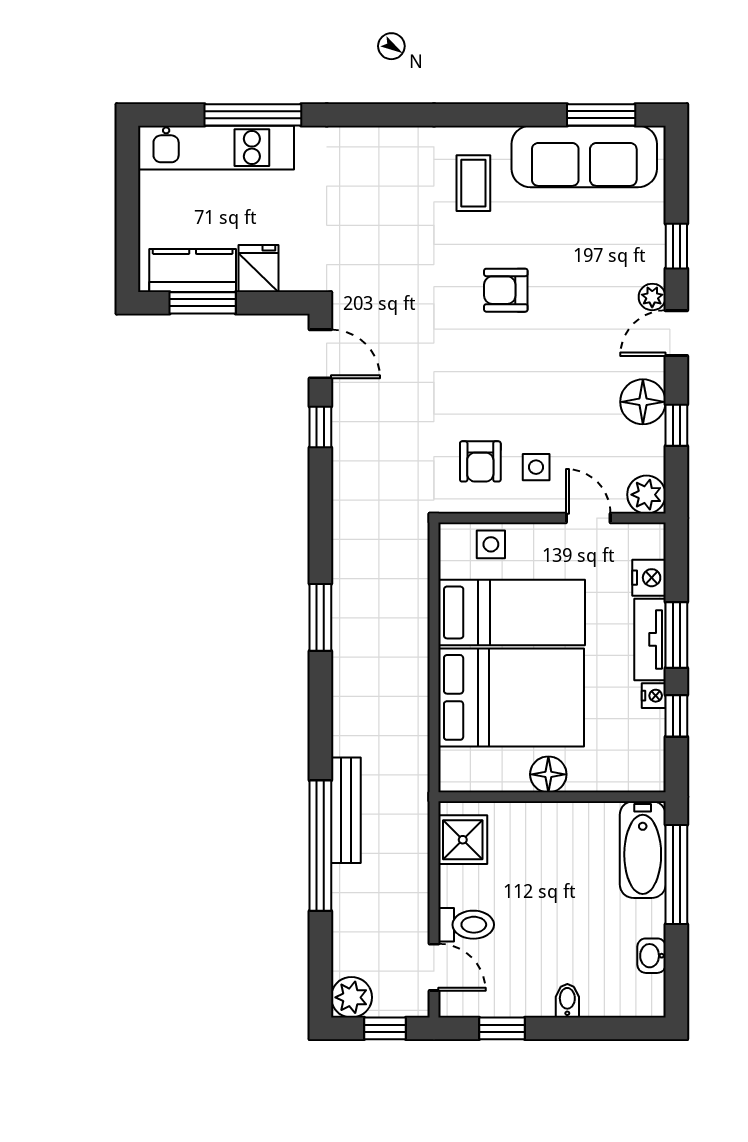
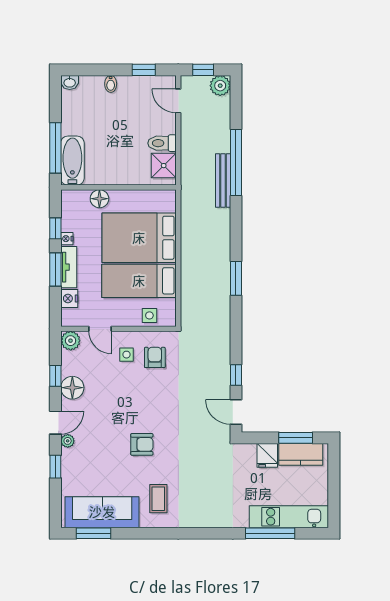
floor lamp: (548, 774) -> (99, 199), moved
toilet: (466, 925) -> (162, 143), moved
washbasin: (652, 956) -> (70, 82), moved, turned 90

